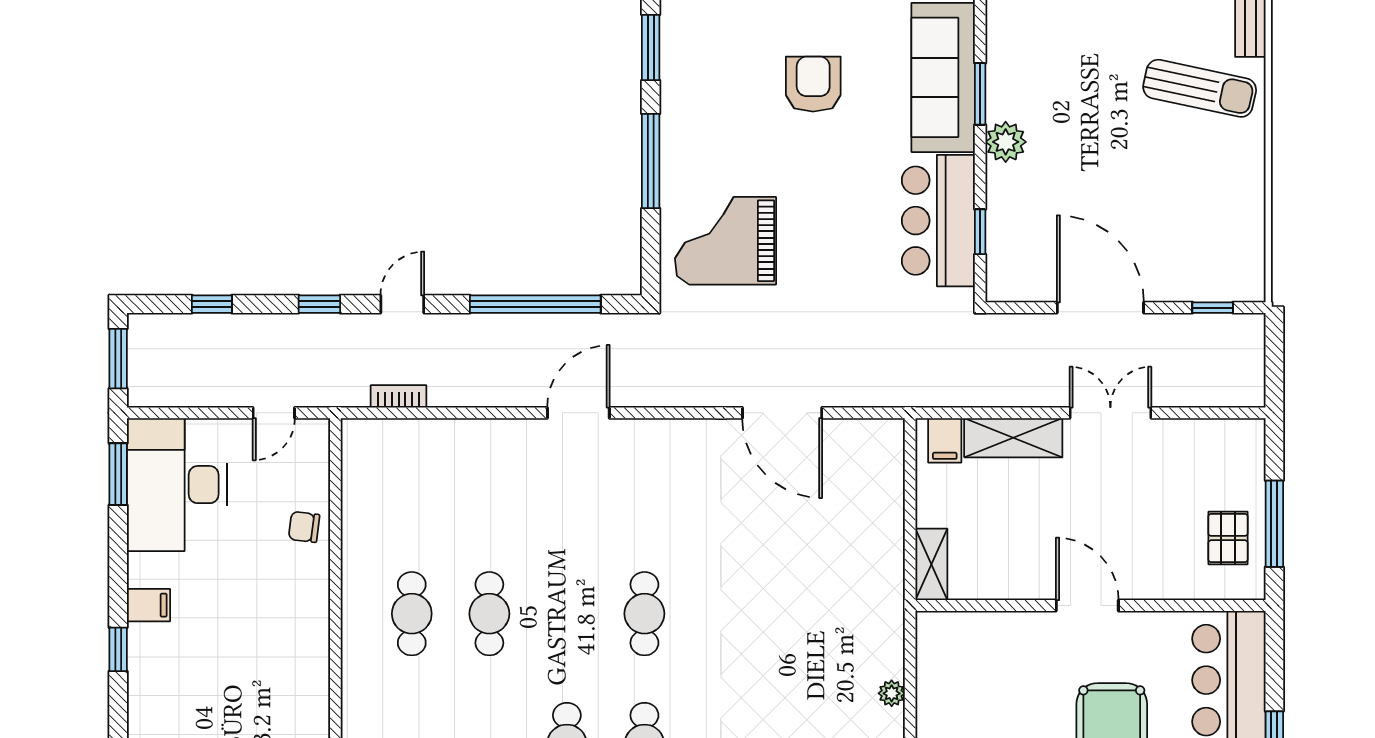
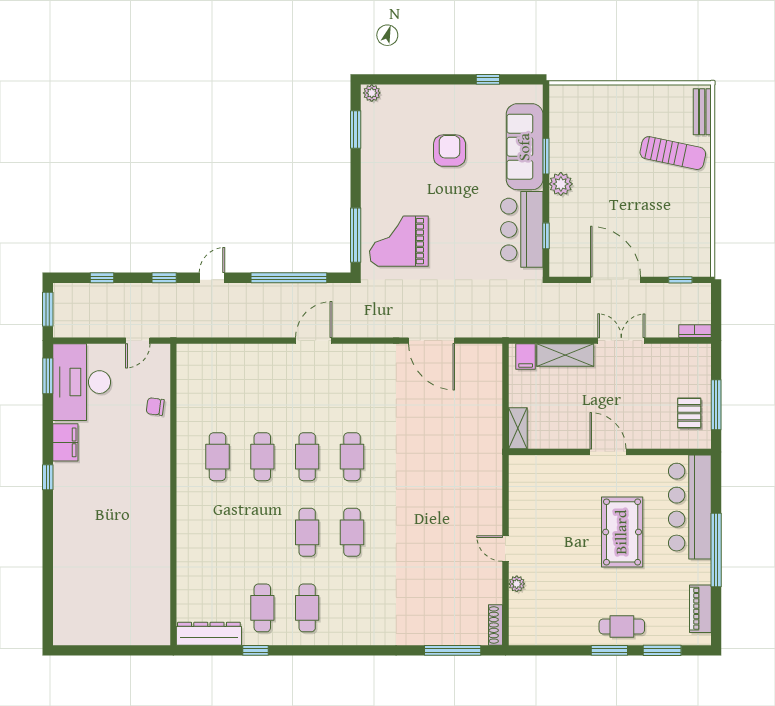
window: (651, 161) -> (356, 235), moved
bookcase: (399, 396) -> (695, 331), moved
filing cabinet: (149, 605) -> (65, 442), width x2.00
cafe table: (567, 614) -> (307, 457), added
plant: (892, 693) -> (495, 503), removed

